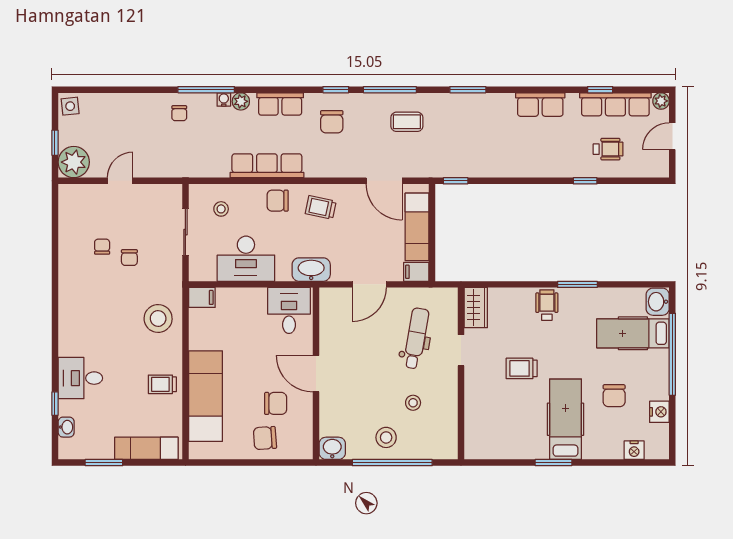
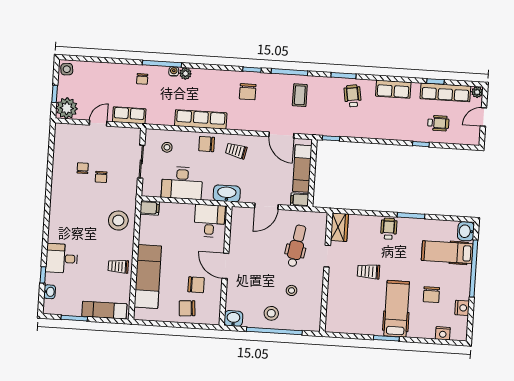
row of seats: (280, 104) -> (129, 115), moved, turned 180
wheelchair: (483, 118) -> (353, 96), added
coffee table: (407, 122) -> (300, 95), turned 90

